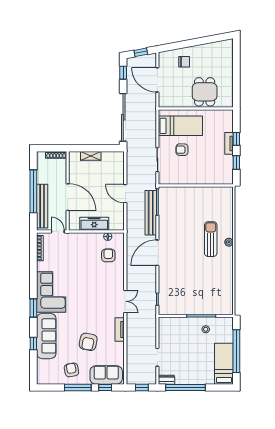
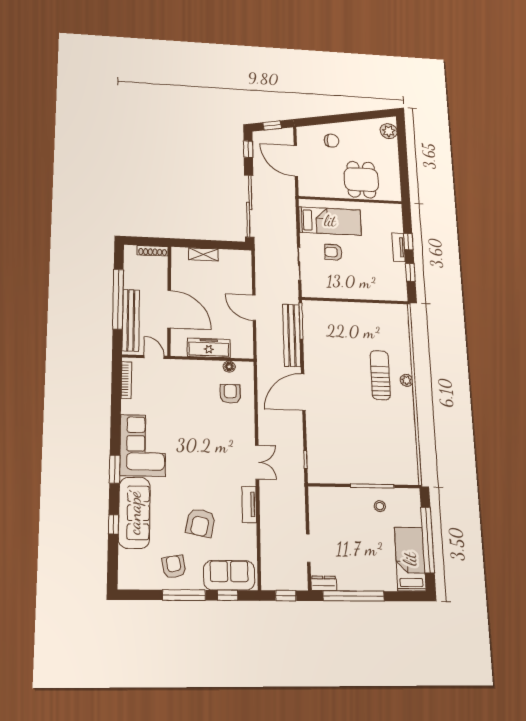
plant: (227, 51) -> (389, 131), added

